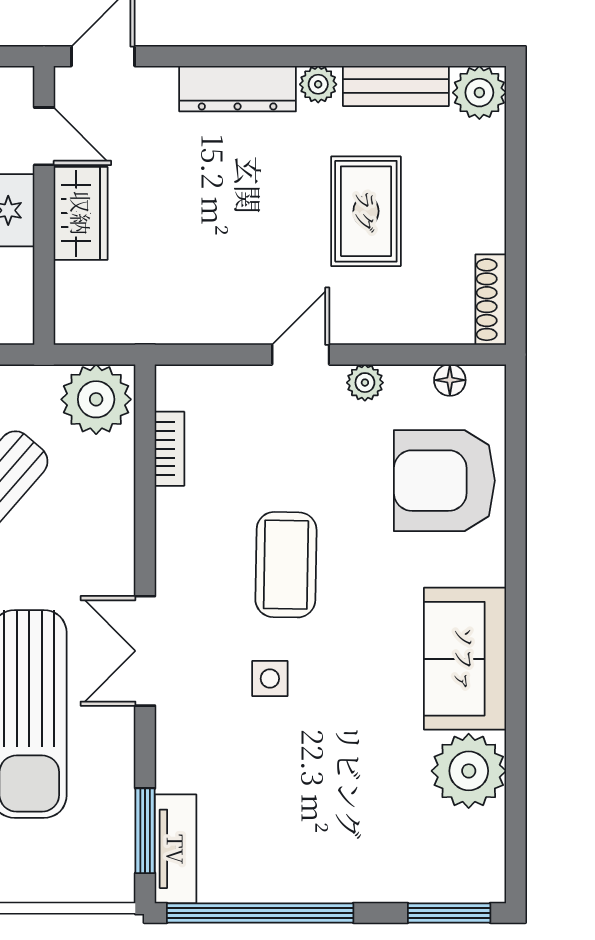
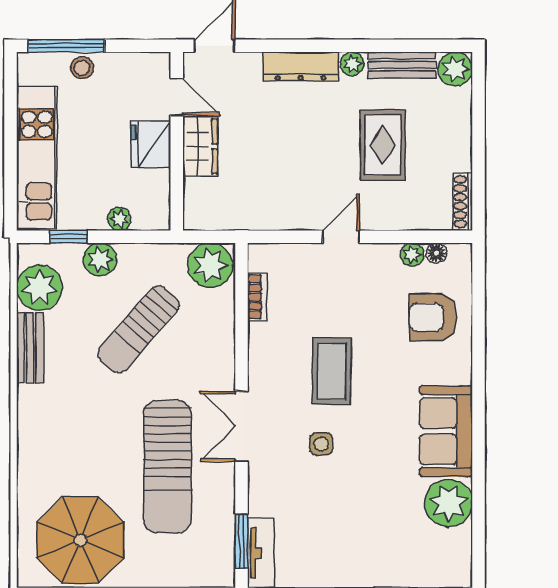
plant: (365, 383) -> (412, 255), moved
armchair: (444, 481) -> (433, 317), width x0.73, depth x0.73

